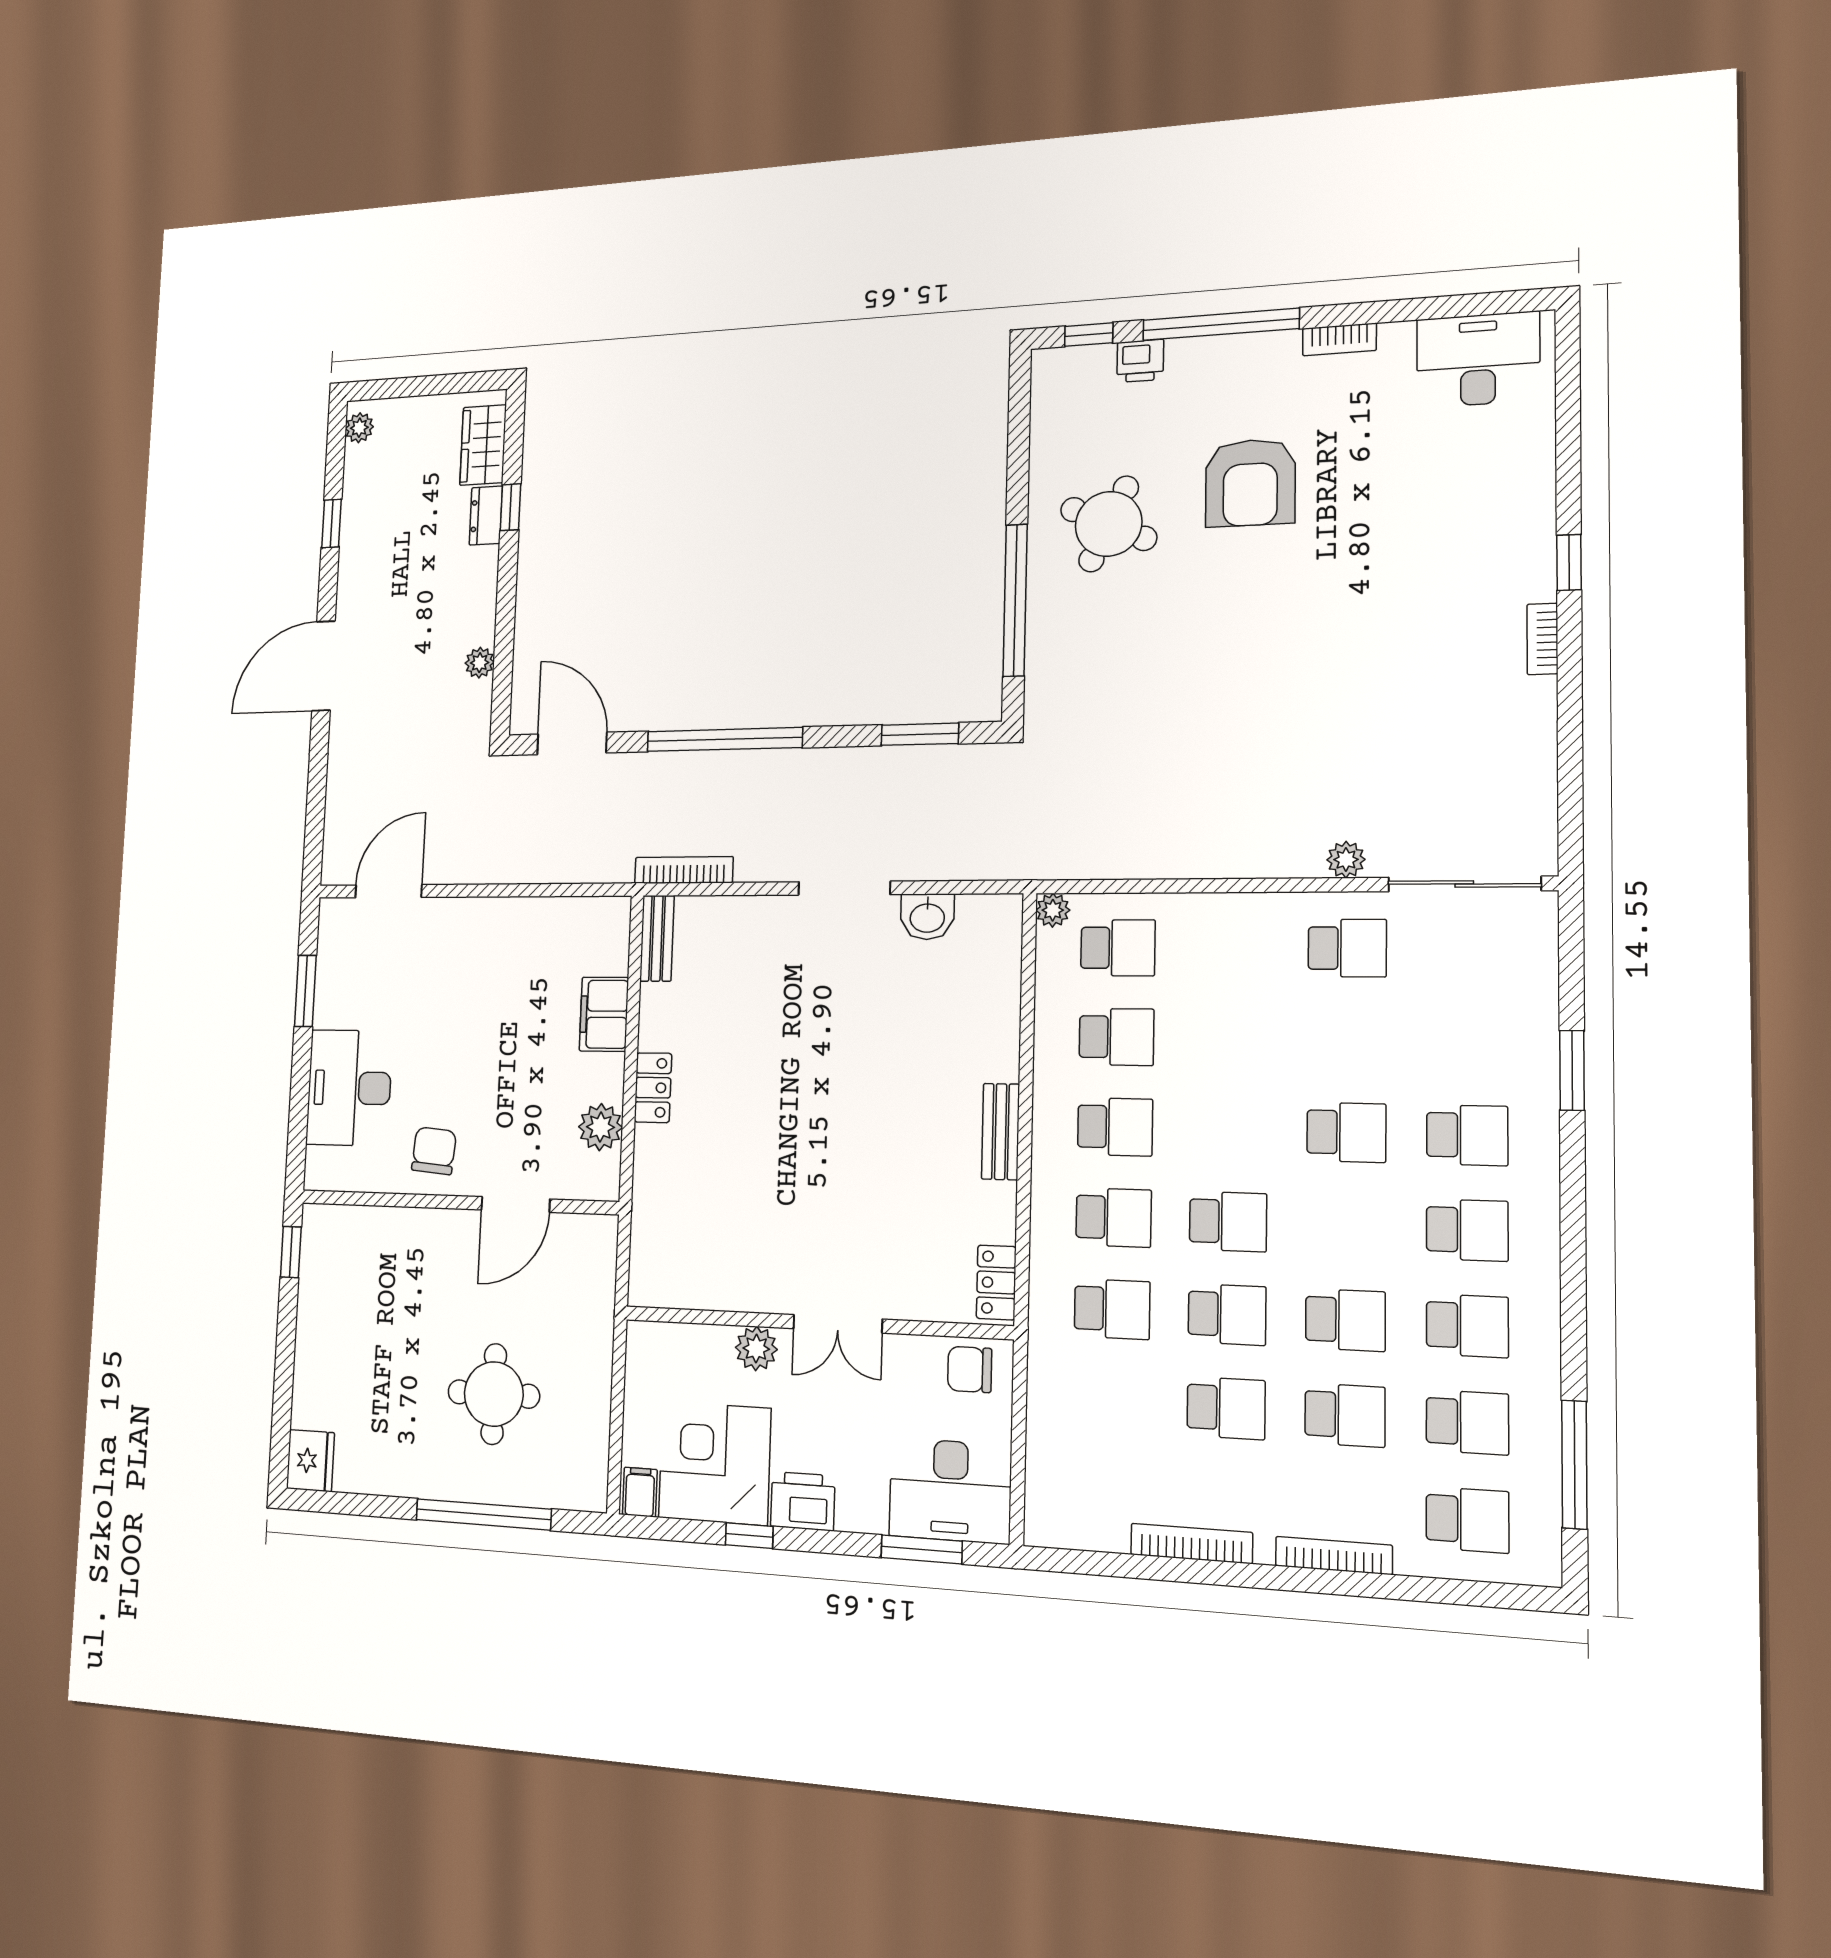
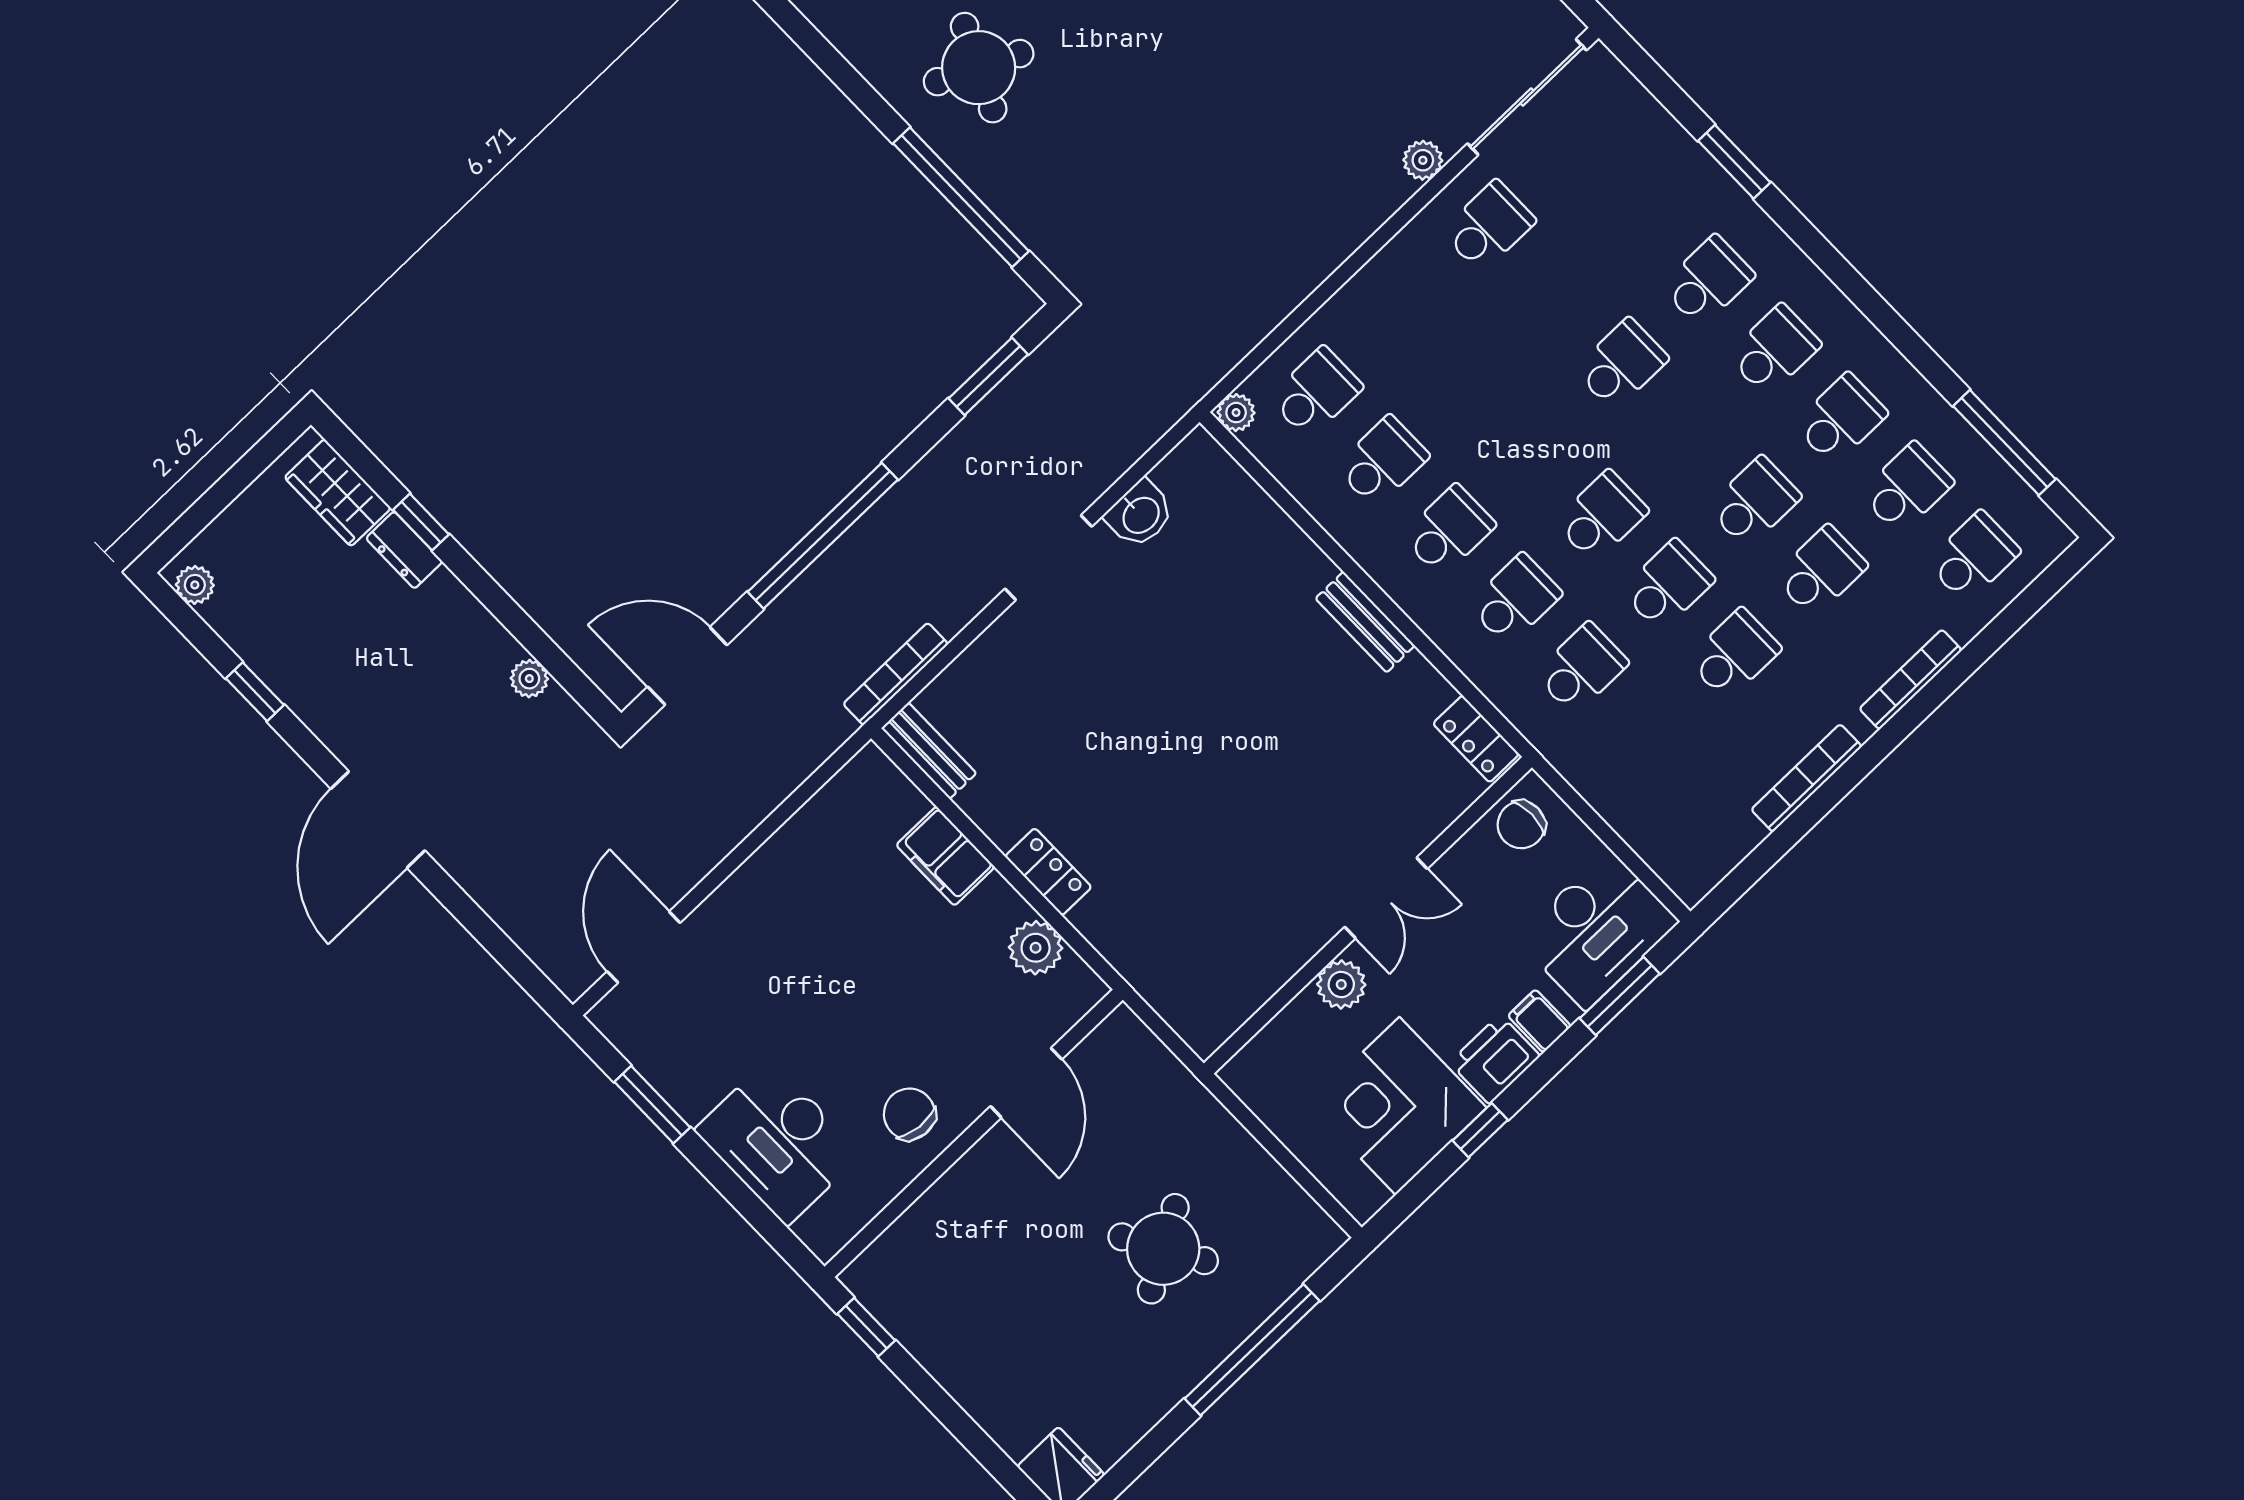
round table: (494, 1394) -> (1163, 1249), turned -30
filing cabinet: (640, 1492) -> (1539, 1021), moved

